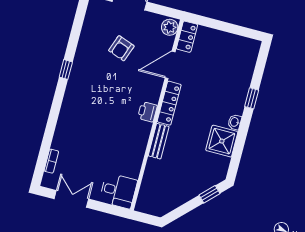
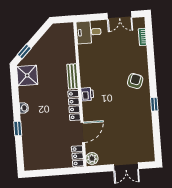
armchair: (121, 48) -> (135, 81), moved
shower: (222, 141) -> (27, 75), moved

